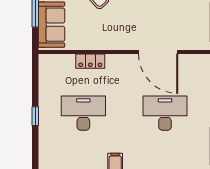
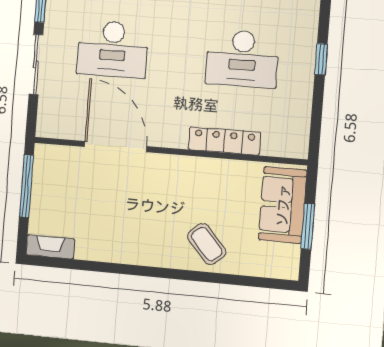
locker: (90, 61) -> (225, 141), width x1.53

